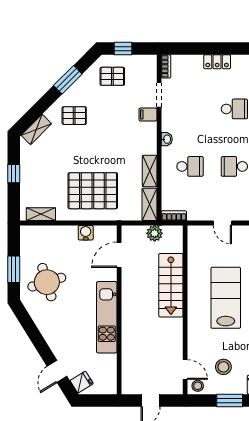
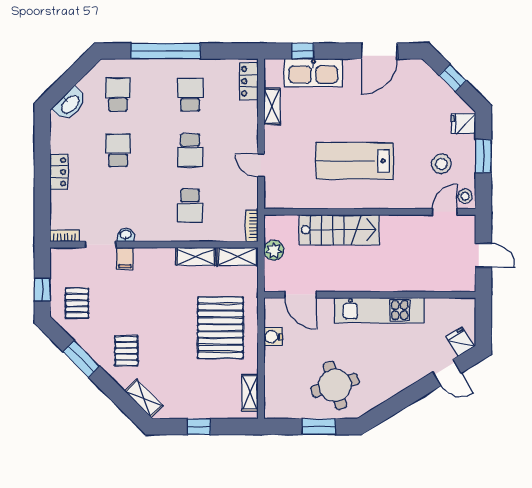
washbasin: (167, 139) -> (126, 235), moved
school desk: (190, 166) -> (190, 206), turned 180
door: (222, 223) -> (261, 165), swing flipped

